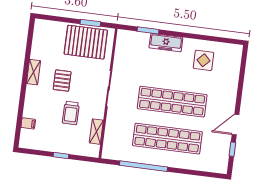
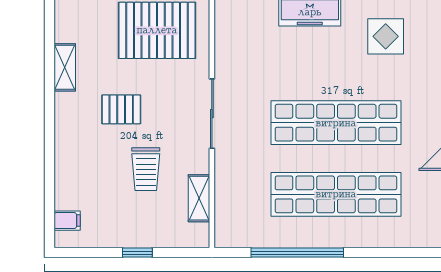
shelving: (34, 72) -> (65, 67), moved
pallet: (62, 81) -> (121, 109), turned 90
filing cabinet: (28, 123) -> (67, 221), moved

